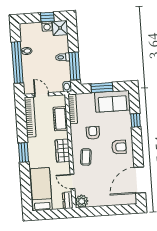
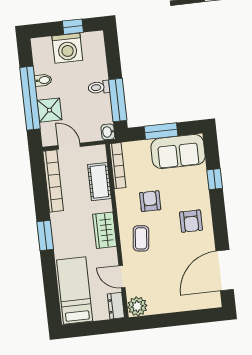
washing machine: (47, 26) -> (67, 48), width x1.89, depth x1.89
shower: (60, 28) -> (49, 110), moved
armchair: (119, 147) -> (191, 221), turned 90

